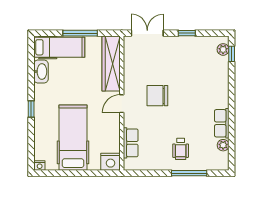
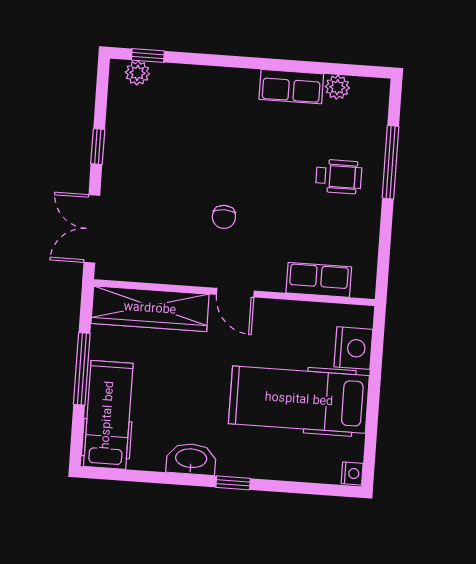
washbasin: (41, 72) -> (191, 459), moved
chair: (157, 96) -> (224, 217), width x0.54, depth x0.54
nightstand: (110, 162) -> (353, 348), moved

